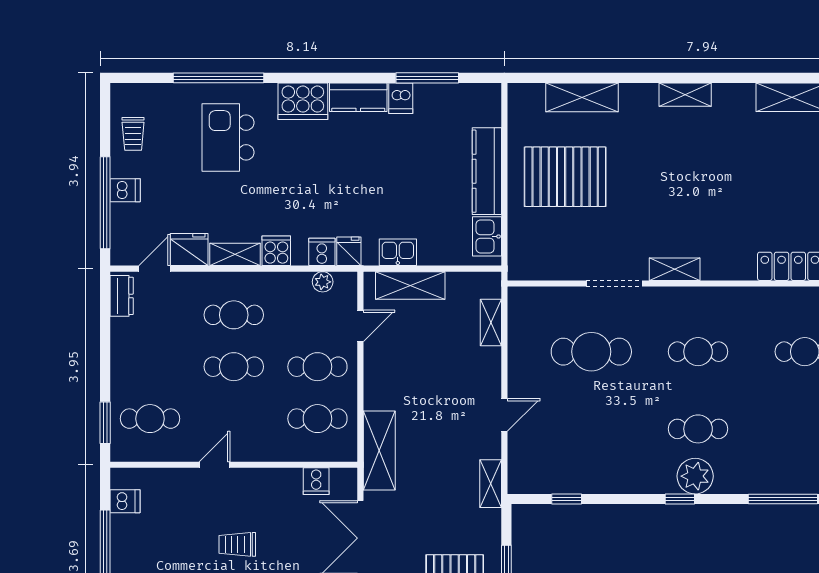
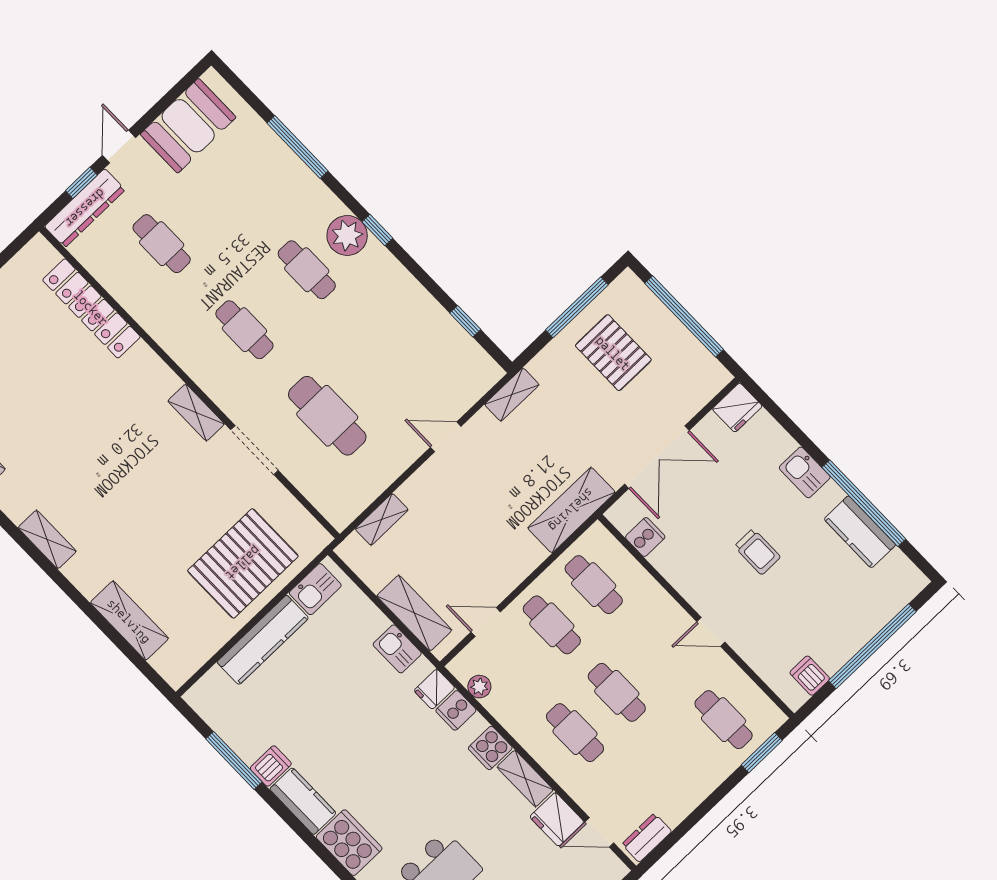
pallet: (565, 177) -> (243, 563), moved, turned 90

